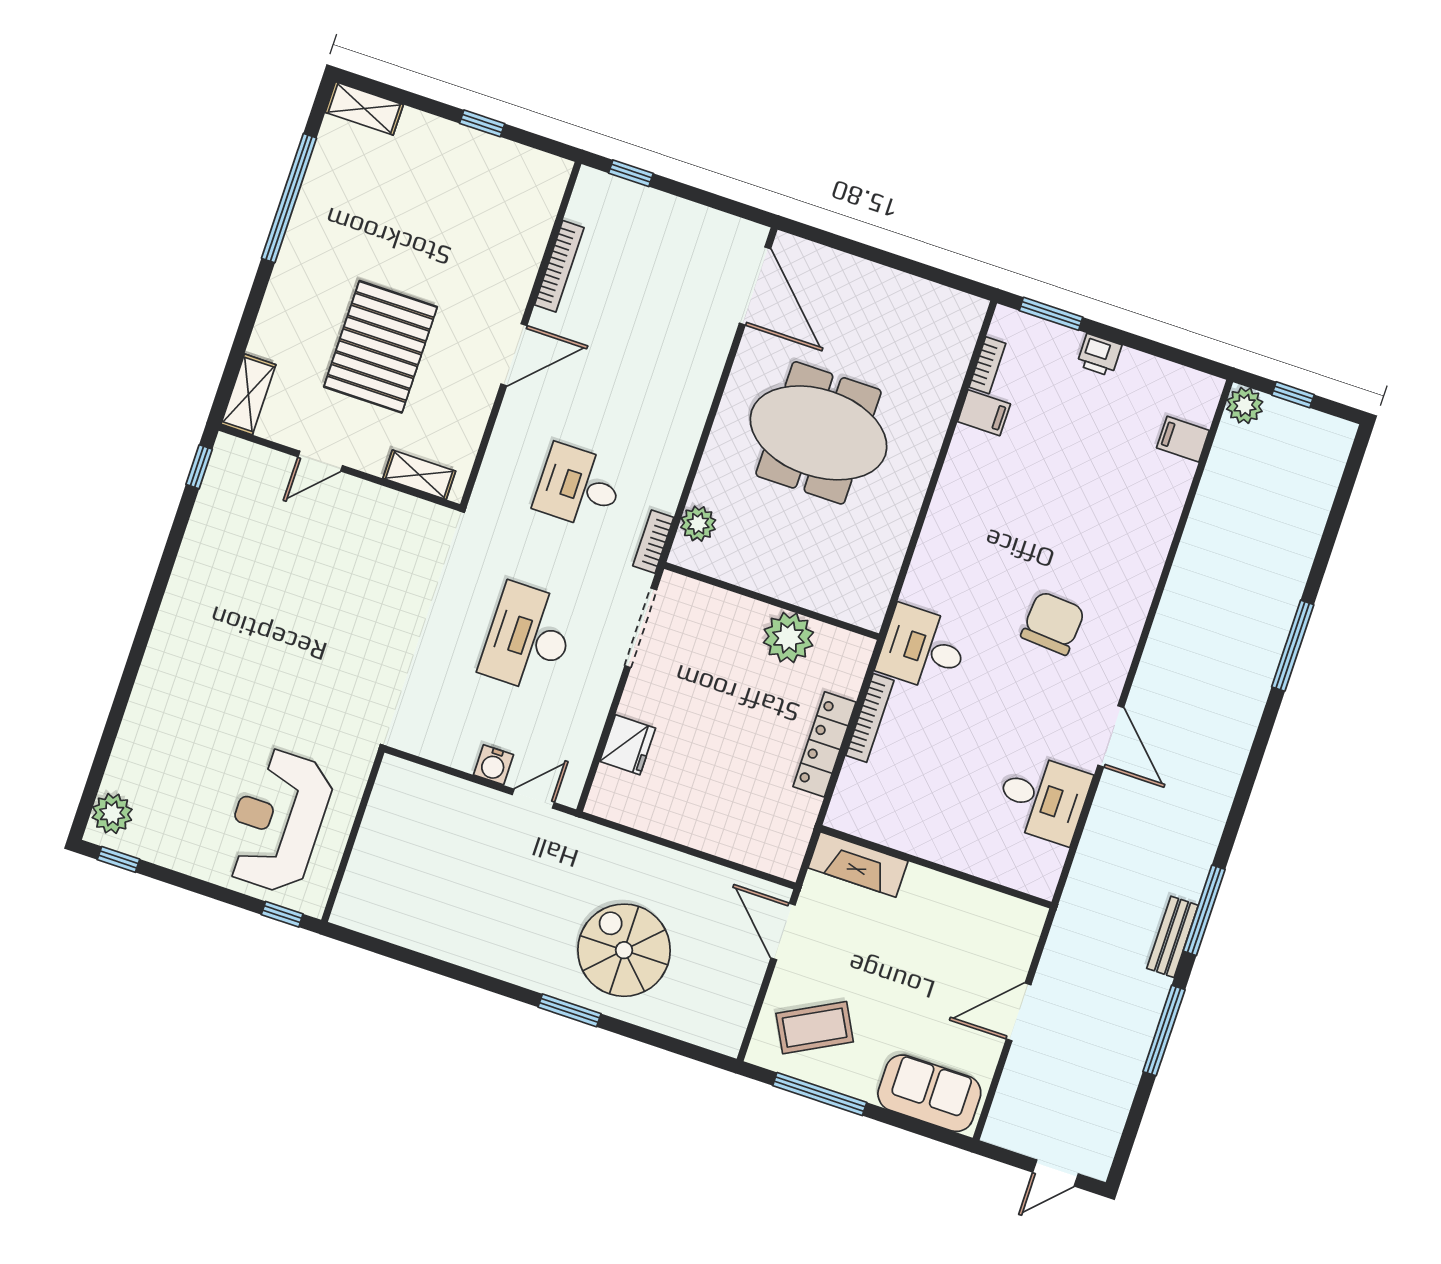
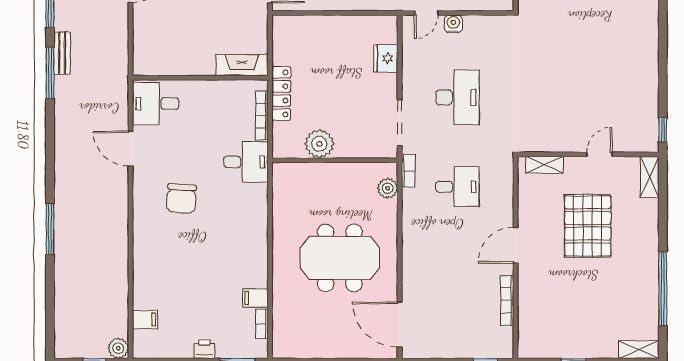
fireplace: (858, 865) -> (242, 65), moved
wall: (936, 867) -> (200, 78), moved

